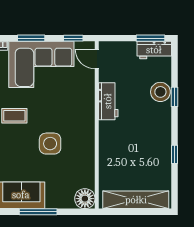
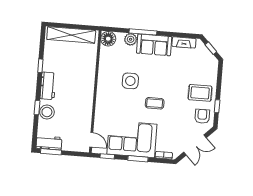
workbench: (108, 101) -> (48, 86), moved, turned 180
plant: (54, 200) -> (131, 39), added

